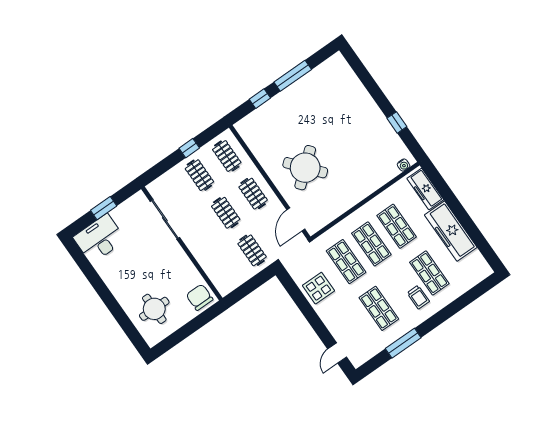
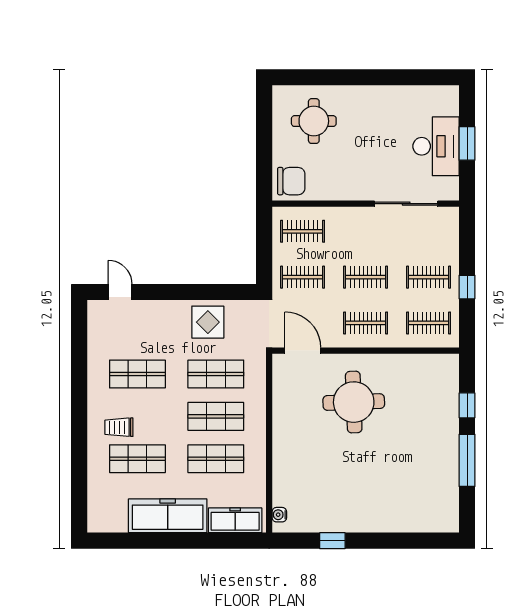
round table: (305, 168) -> (354, 402), turned 38
desk: (99, 239) -> (436, 146), moved
clothes rail: (225, 269) -> (303, 231), added
window: (403, 343) -> (79, 374), removed

